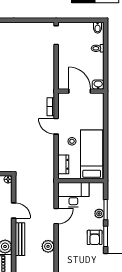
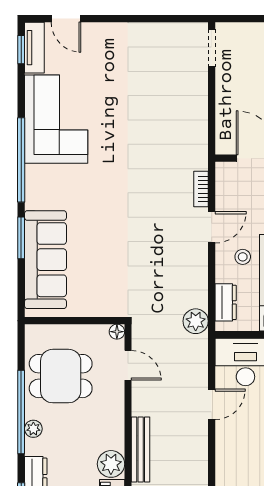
door: (56, 126) -> (212, 227), swing flipped
door: (14, 210) -> (128, 365), moved
plant: (48, 246) -> (196, 321), moved

